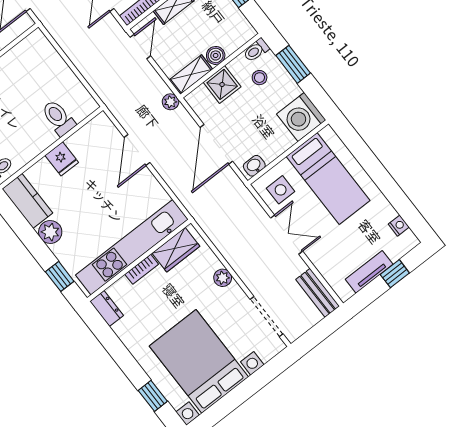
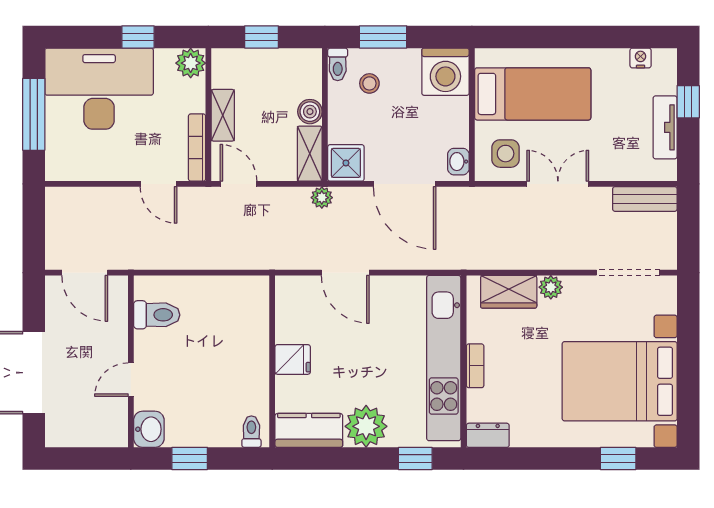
shower: (222, 84) -> (346, 163), moved
toilet: (58, 118) -> (157, 315), moved, turned 180
plant: (50, 232) -> (366, 426), width x1.36, depth x1.36
wardrobe: (176, 250) -> (509, 292), moved, turned 90

